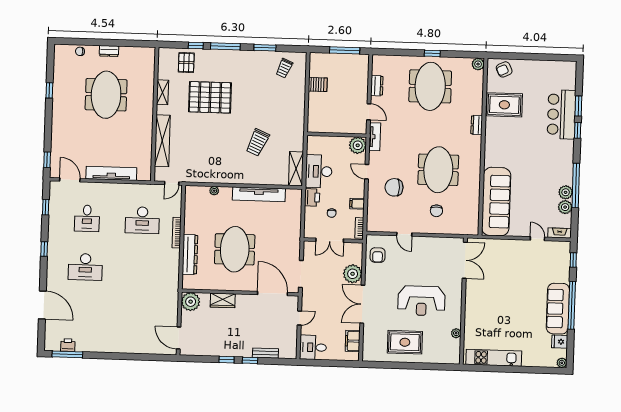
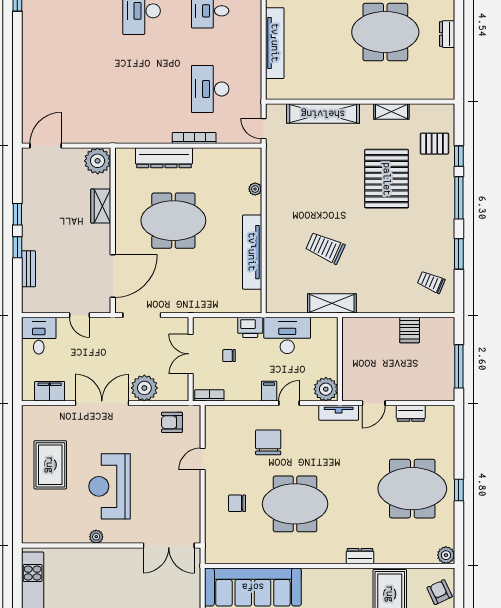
shelving: (296, 169) -> (332, 303), moved
filing cabinet: (357, 204) -> (269, 391), moved
plant: (456, 333) -> (96, 537), moved

